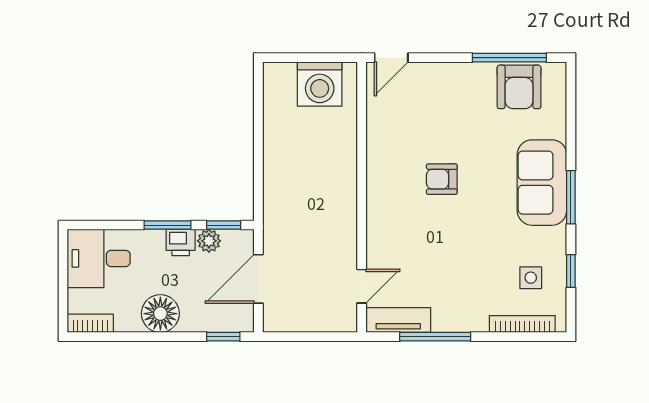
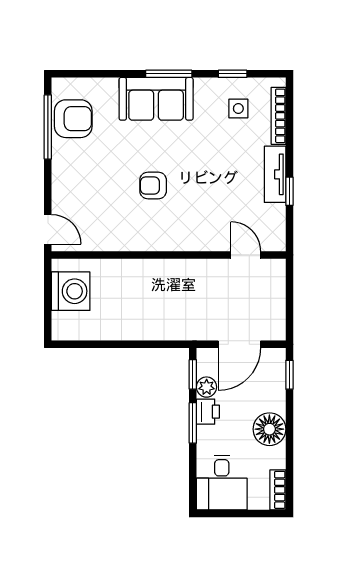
armchair: (442, 179) -> (153, 186), turned 90
door: (258, 279) -> (239, 344), hinge flipped
tv unit: (398, 320) -> (275, 174), moved
window: (435, 337) -> (289, 191), width x0.46

